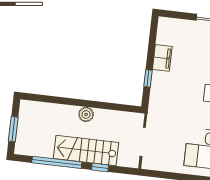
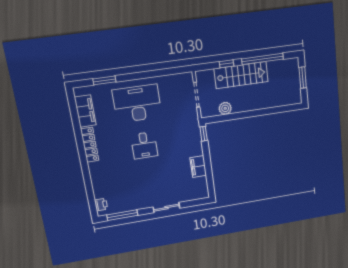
window: (148, 78) -> (204, 134), moved
plant: (86, 114) -> (225, 108), moved

